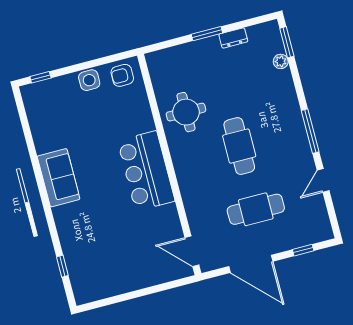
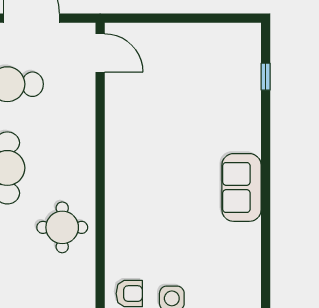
bar counter: (146, 171) -> (131, 167), removed

